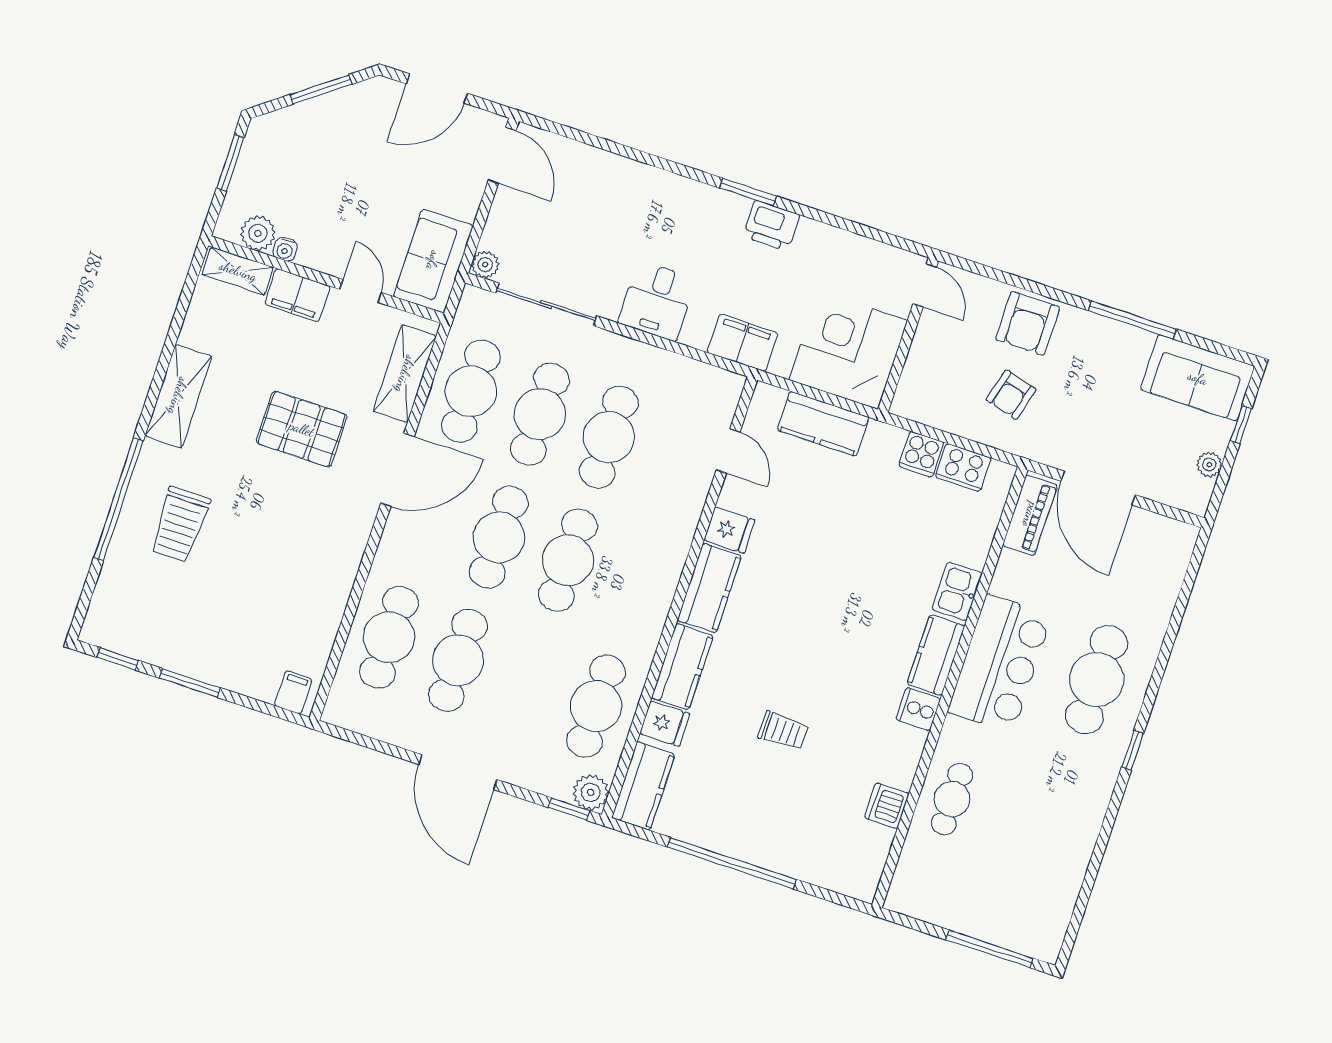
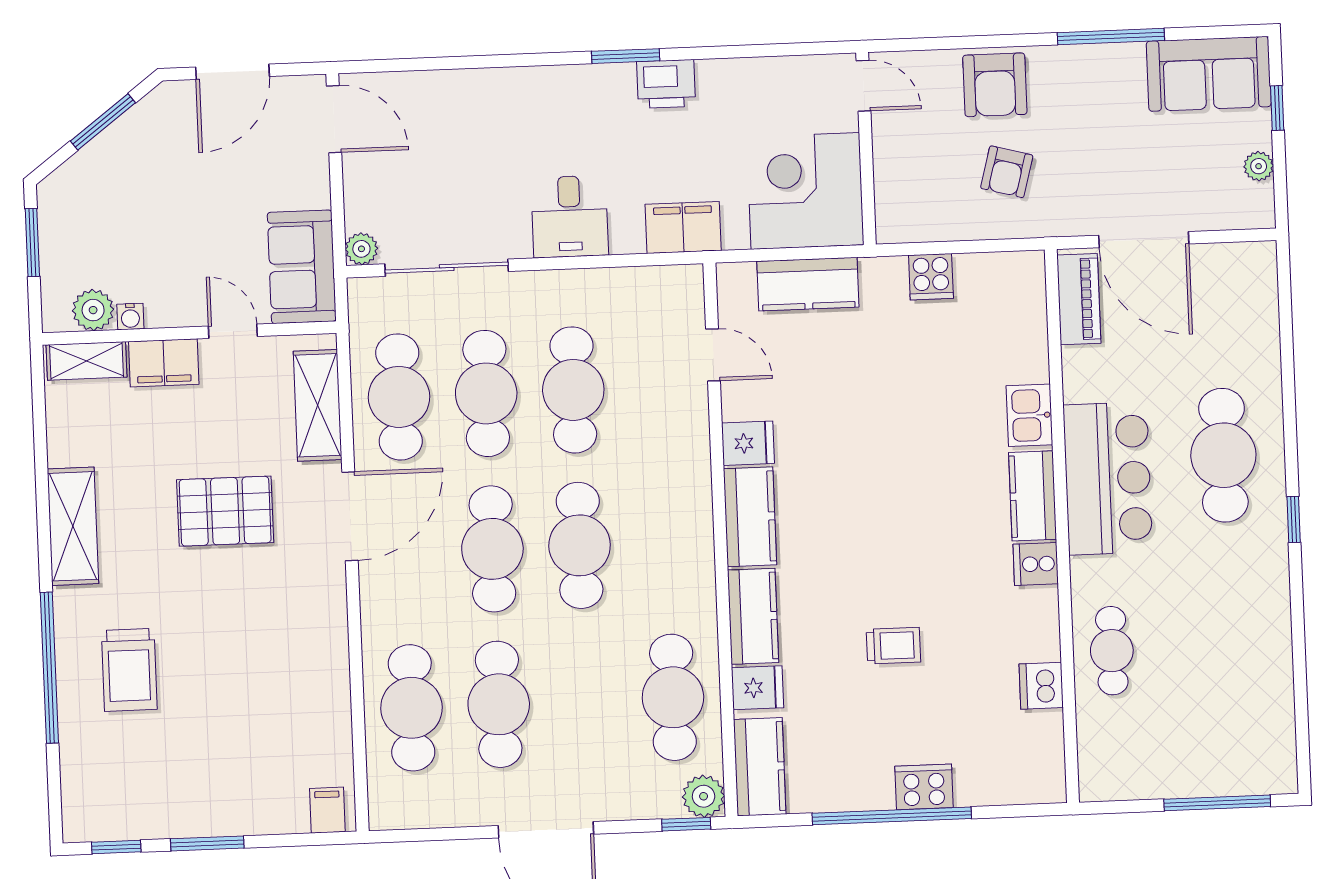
cooker: (963, 468) -> (924, 787), moved, turned 180

